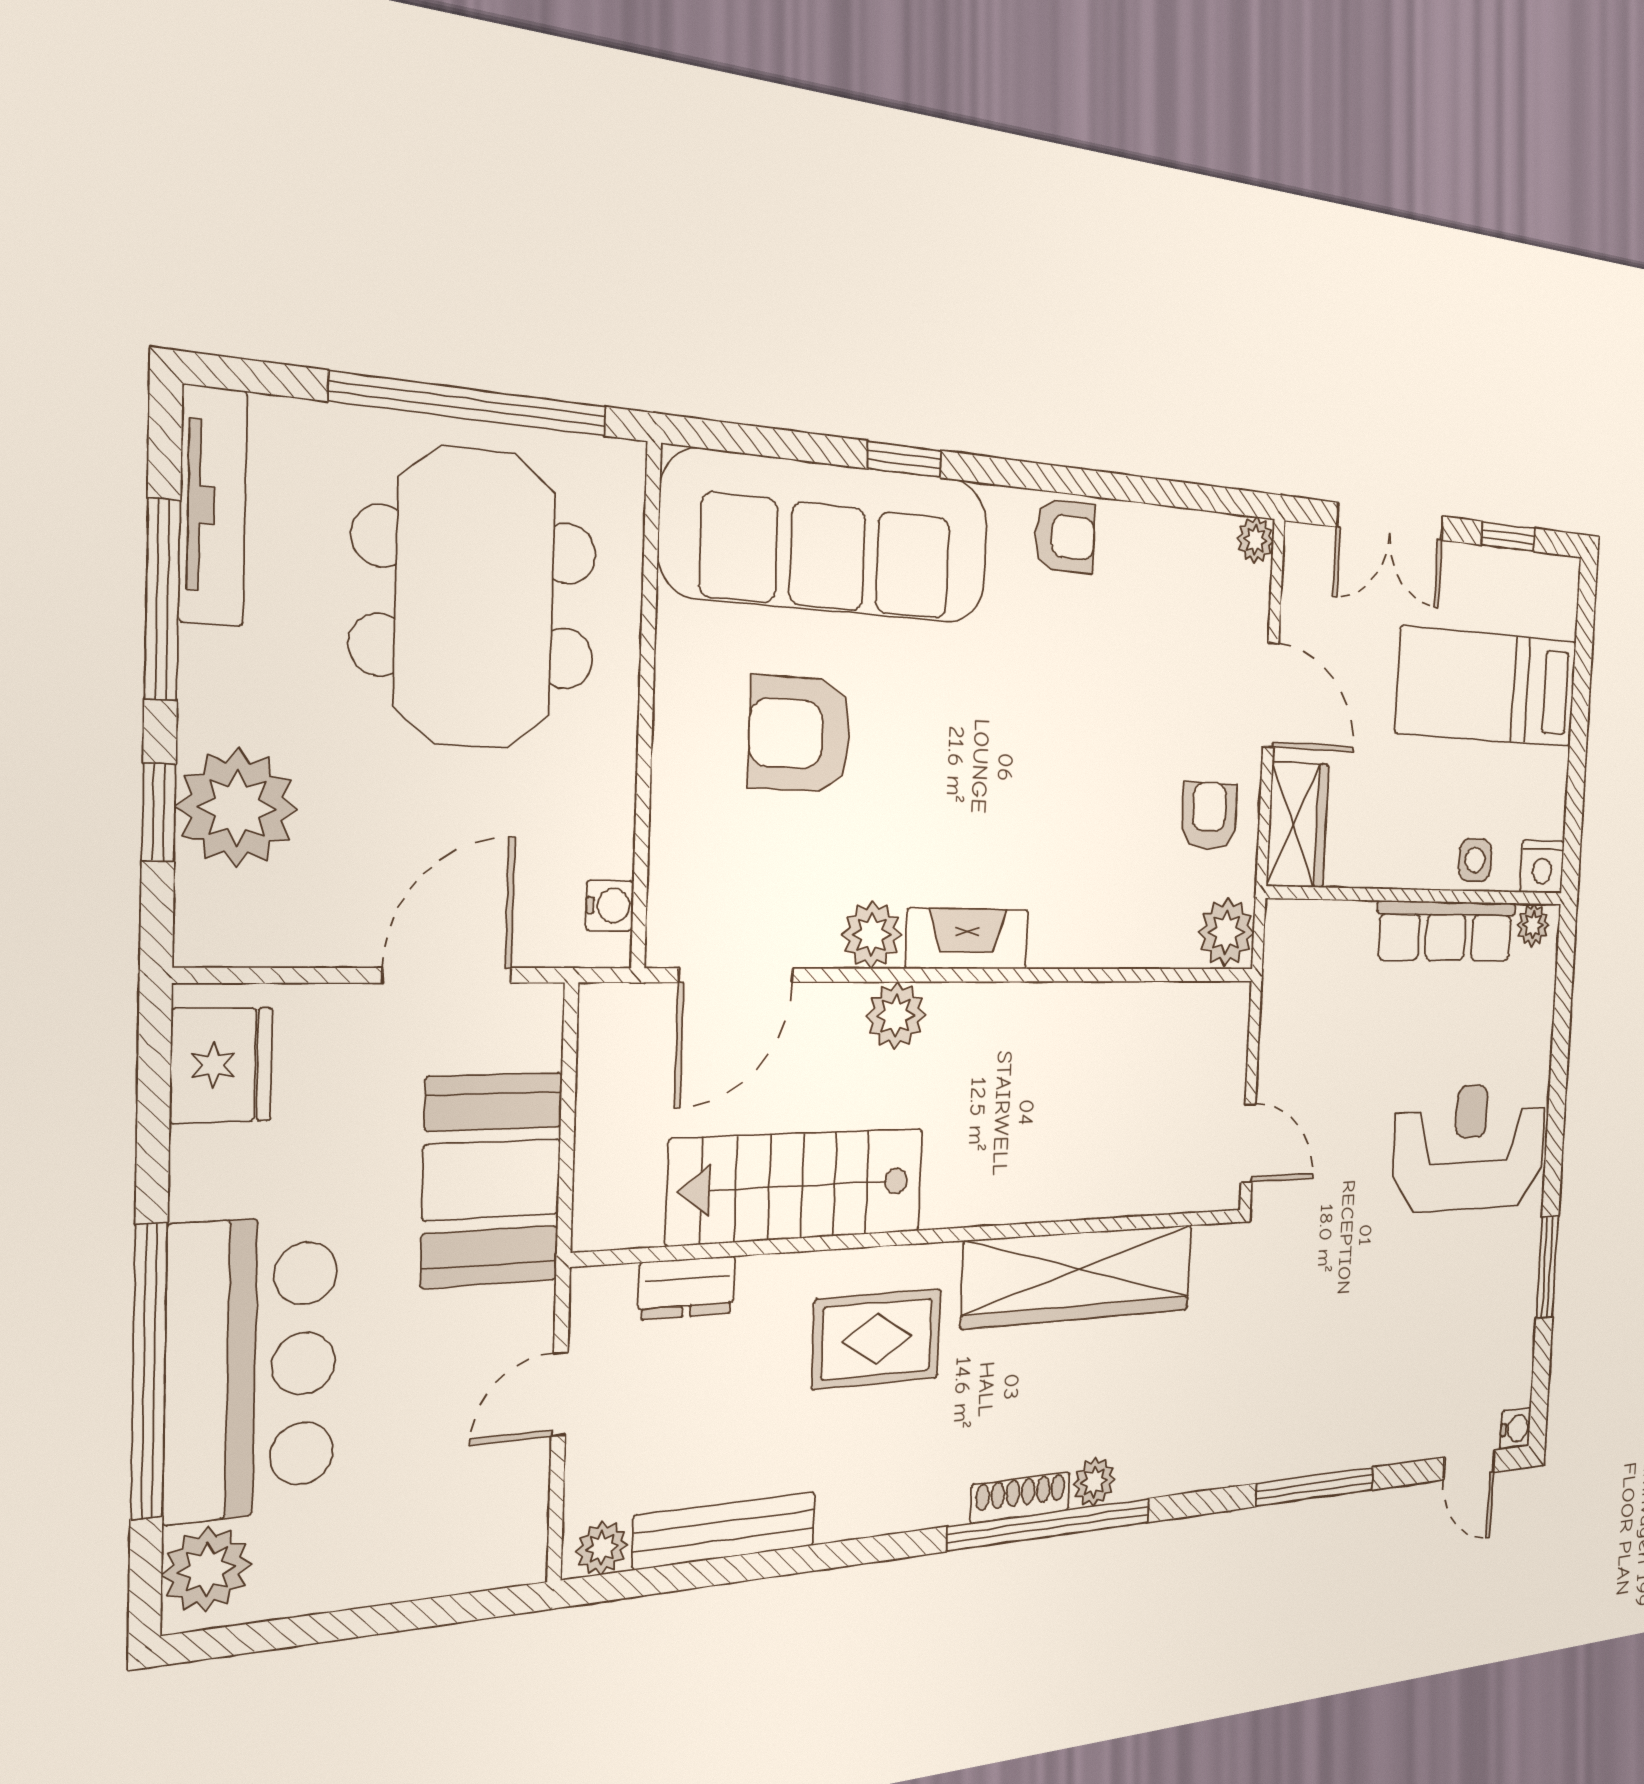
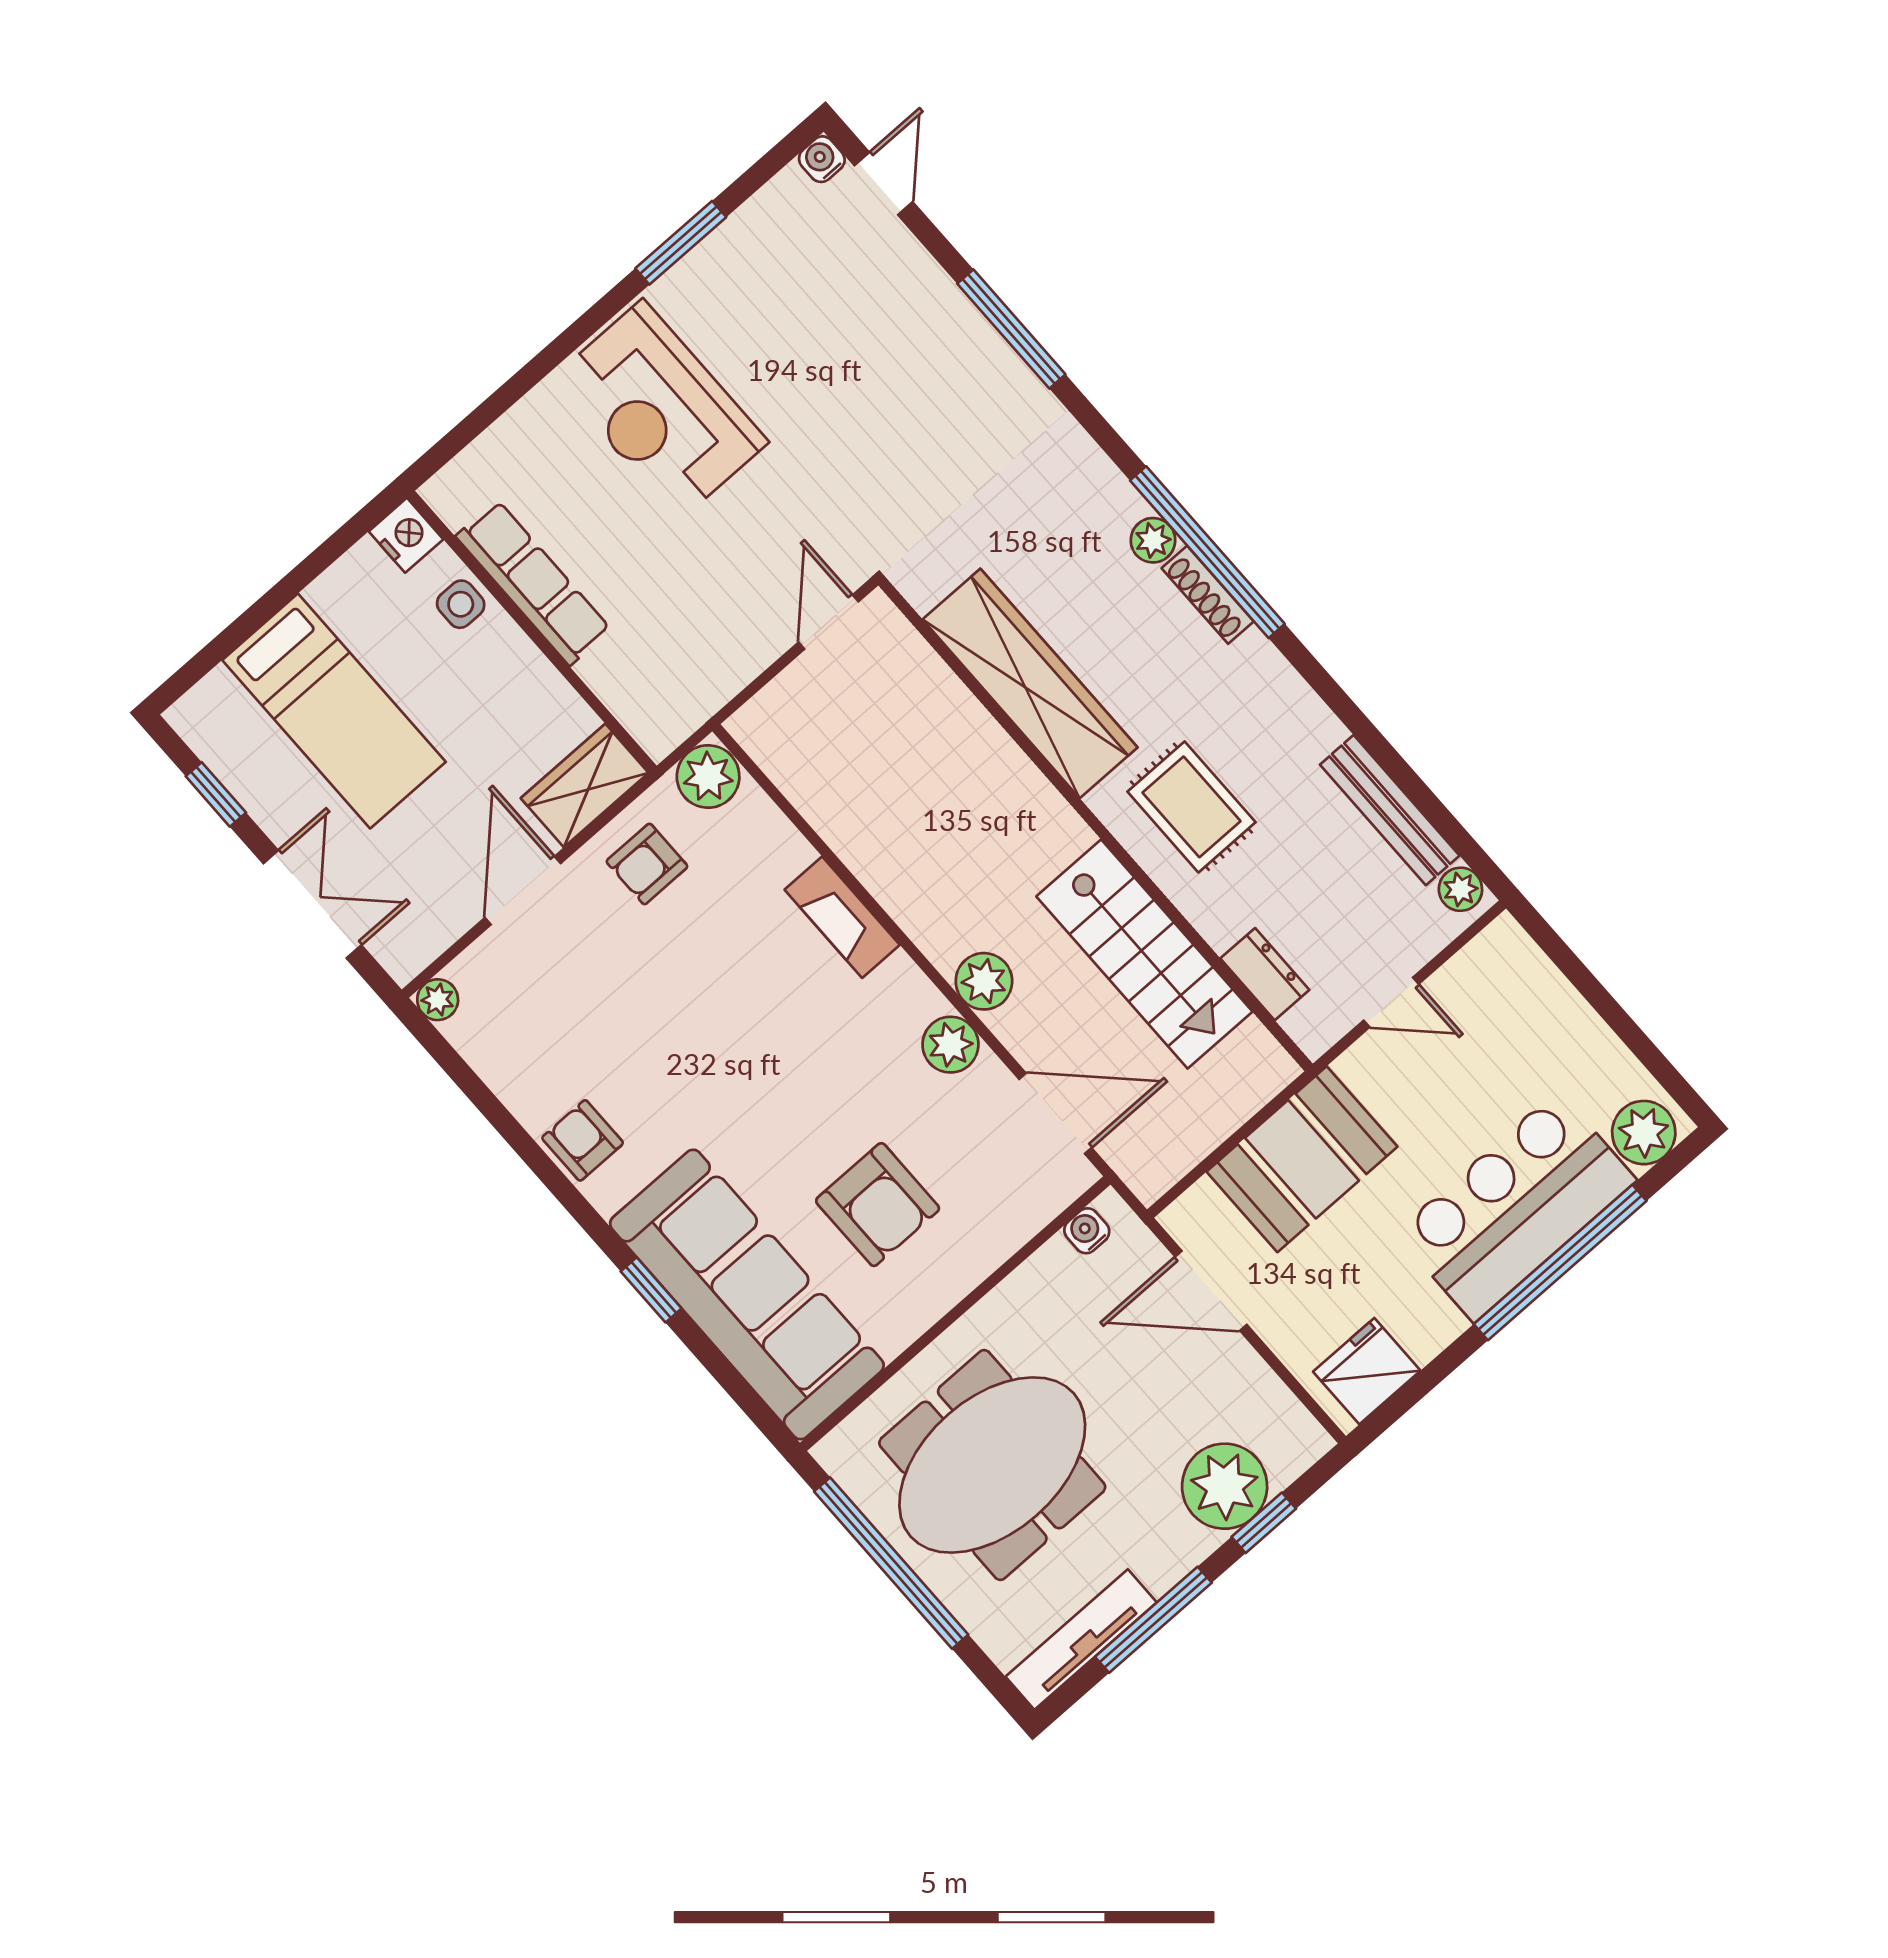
plant: (1533, 925) -> (454, 503), removed
fireplace: (967, 939) -> (842, 917), moved

